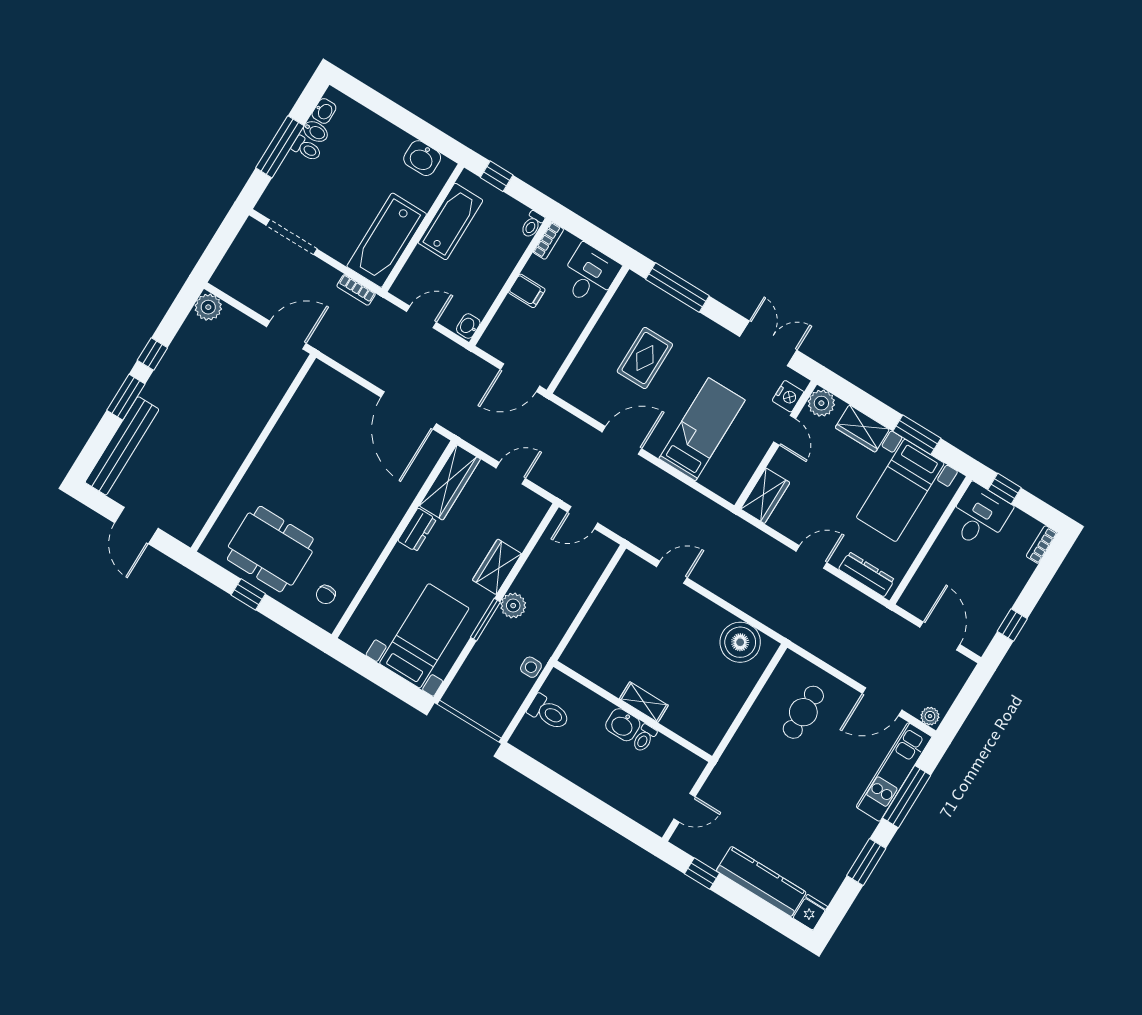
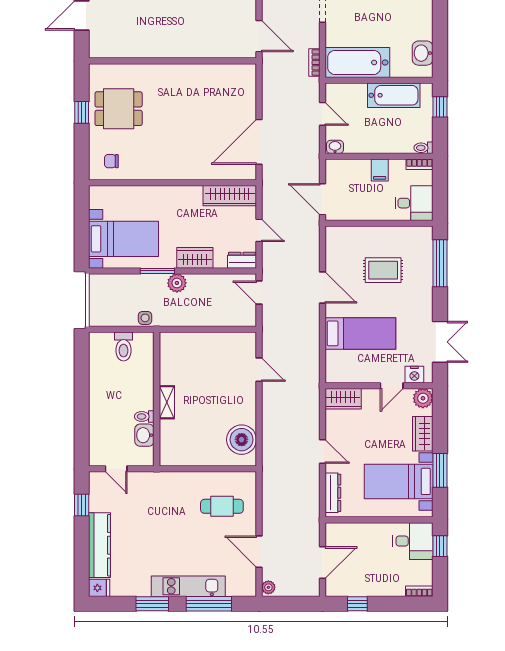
dresser: (417, 530) -> (242, 260), moved, turned 180
dining table: (270, 549) -> (119, 109), width x0.73
washbasin: (623, 725) -> (144, 435), moved
kitchen unit: (894, 772) -> (188, 586), moved

